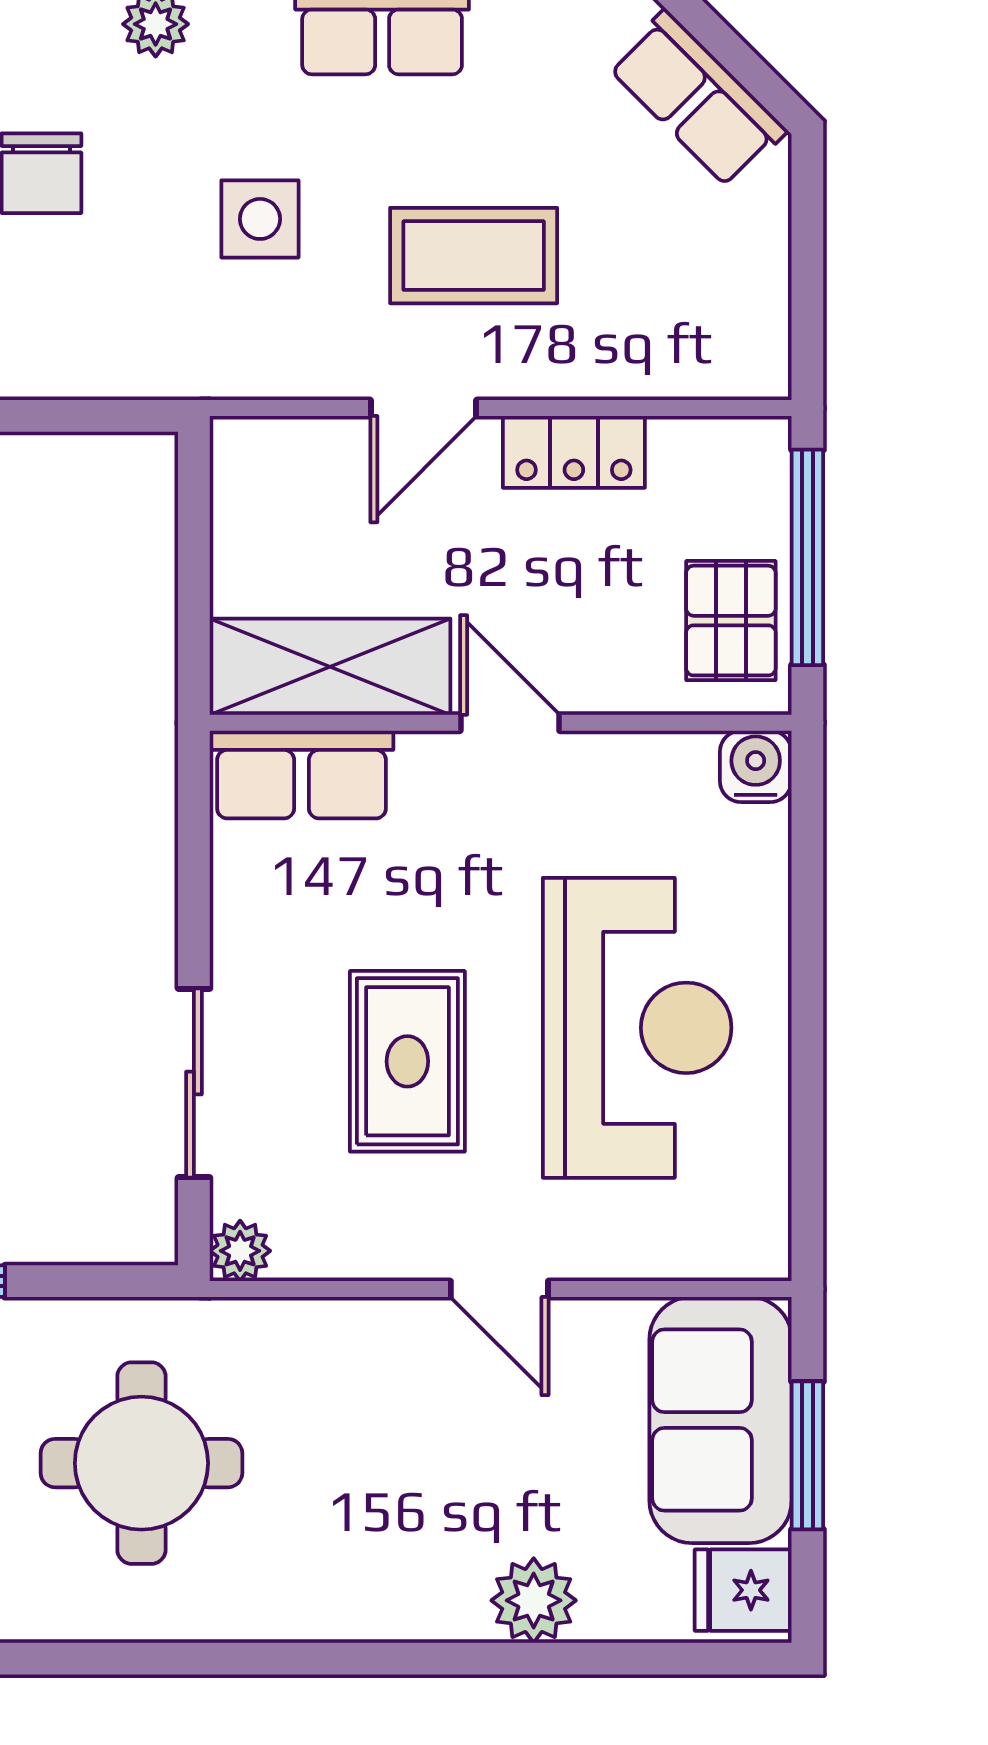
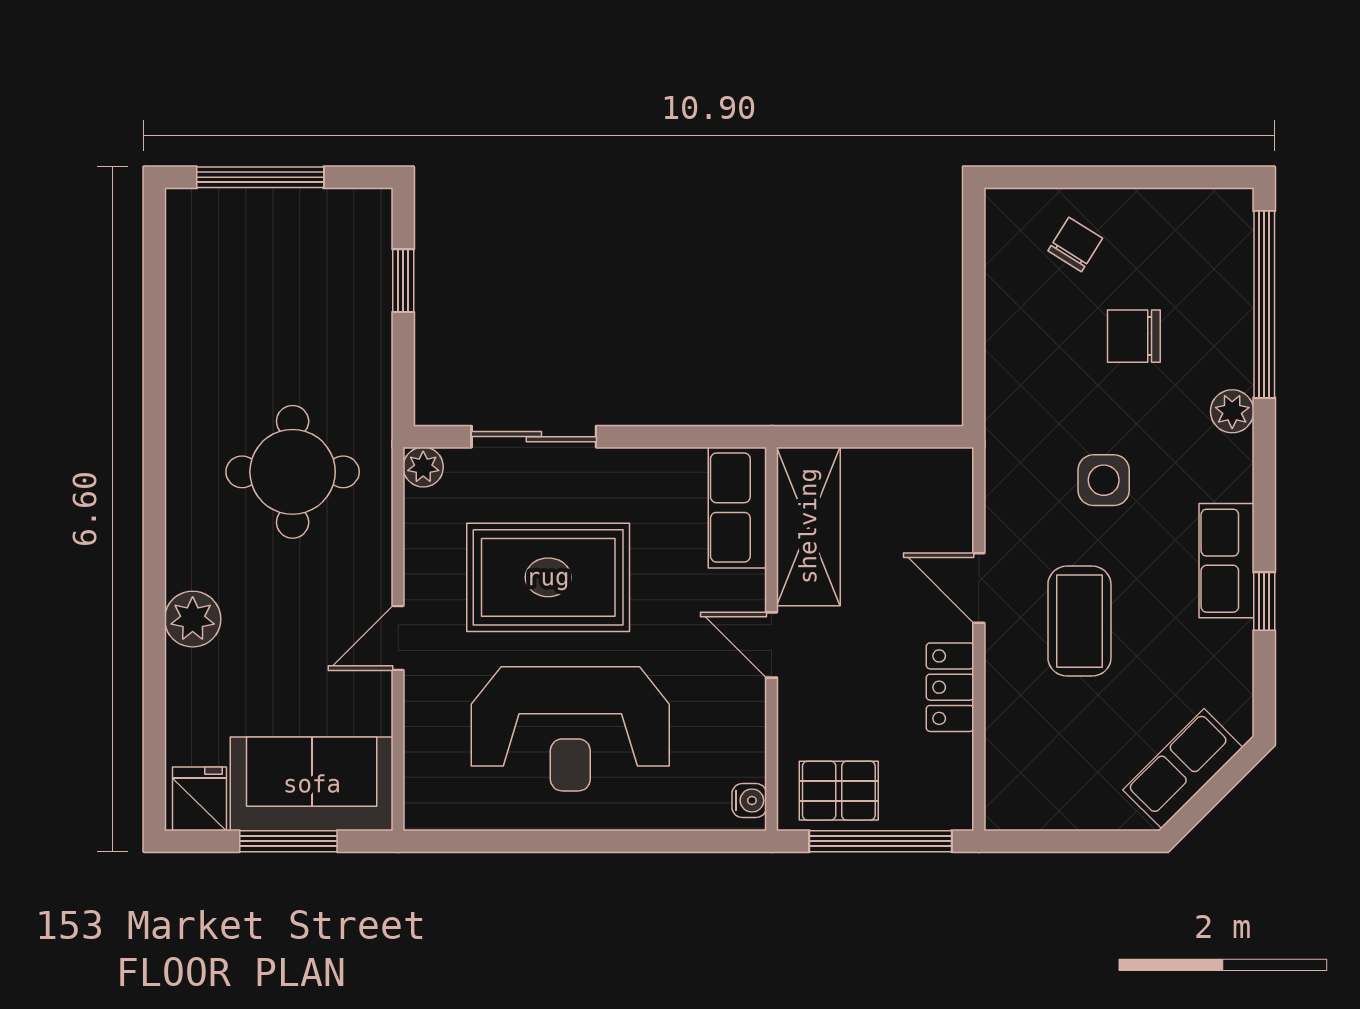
door: (510, 723) -> (771, 645), swing flipped
water cooler: (756, 766) -> (749, 800), width x0.72, depth x0.72
rug: (407, 1061) -> (548, 577), width x1.36, depth x1.43
round table: (141, 1463) -> (293, 472), moved
plant: (534, 1600) -> (193, 619), moved

